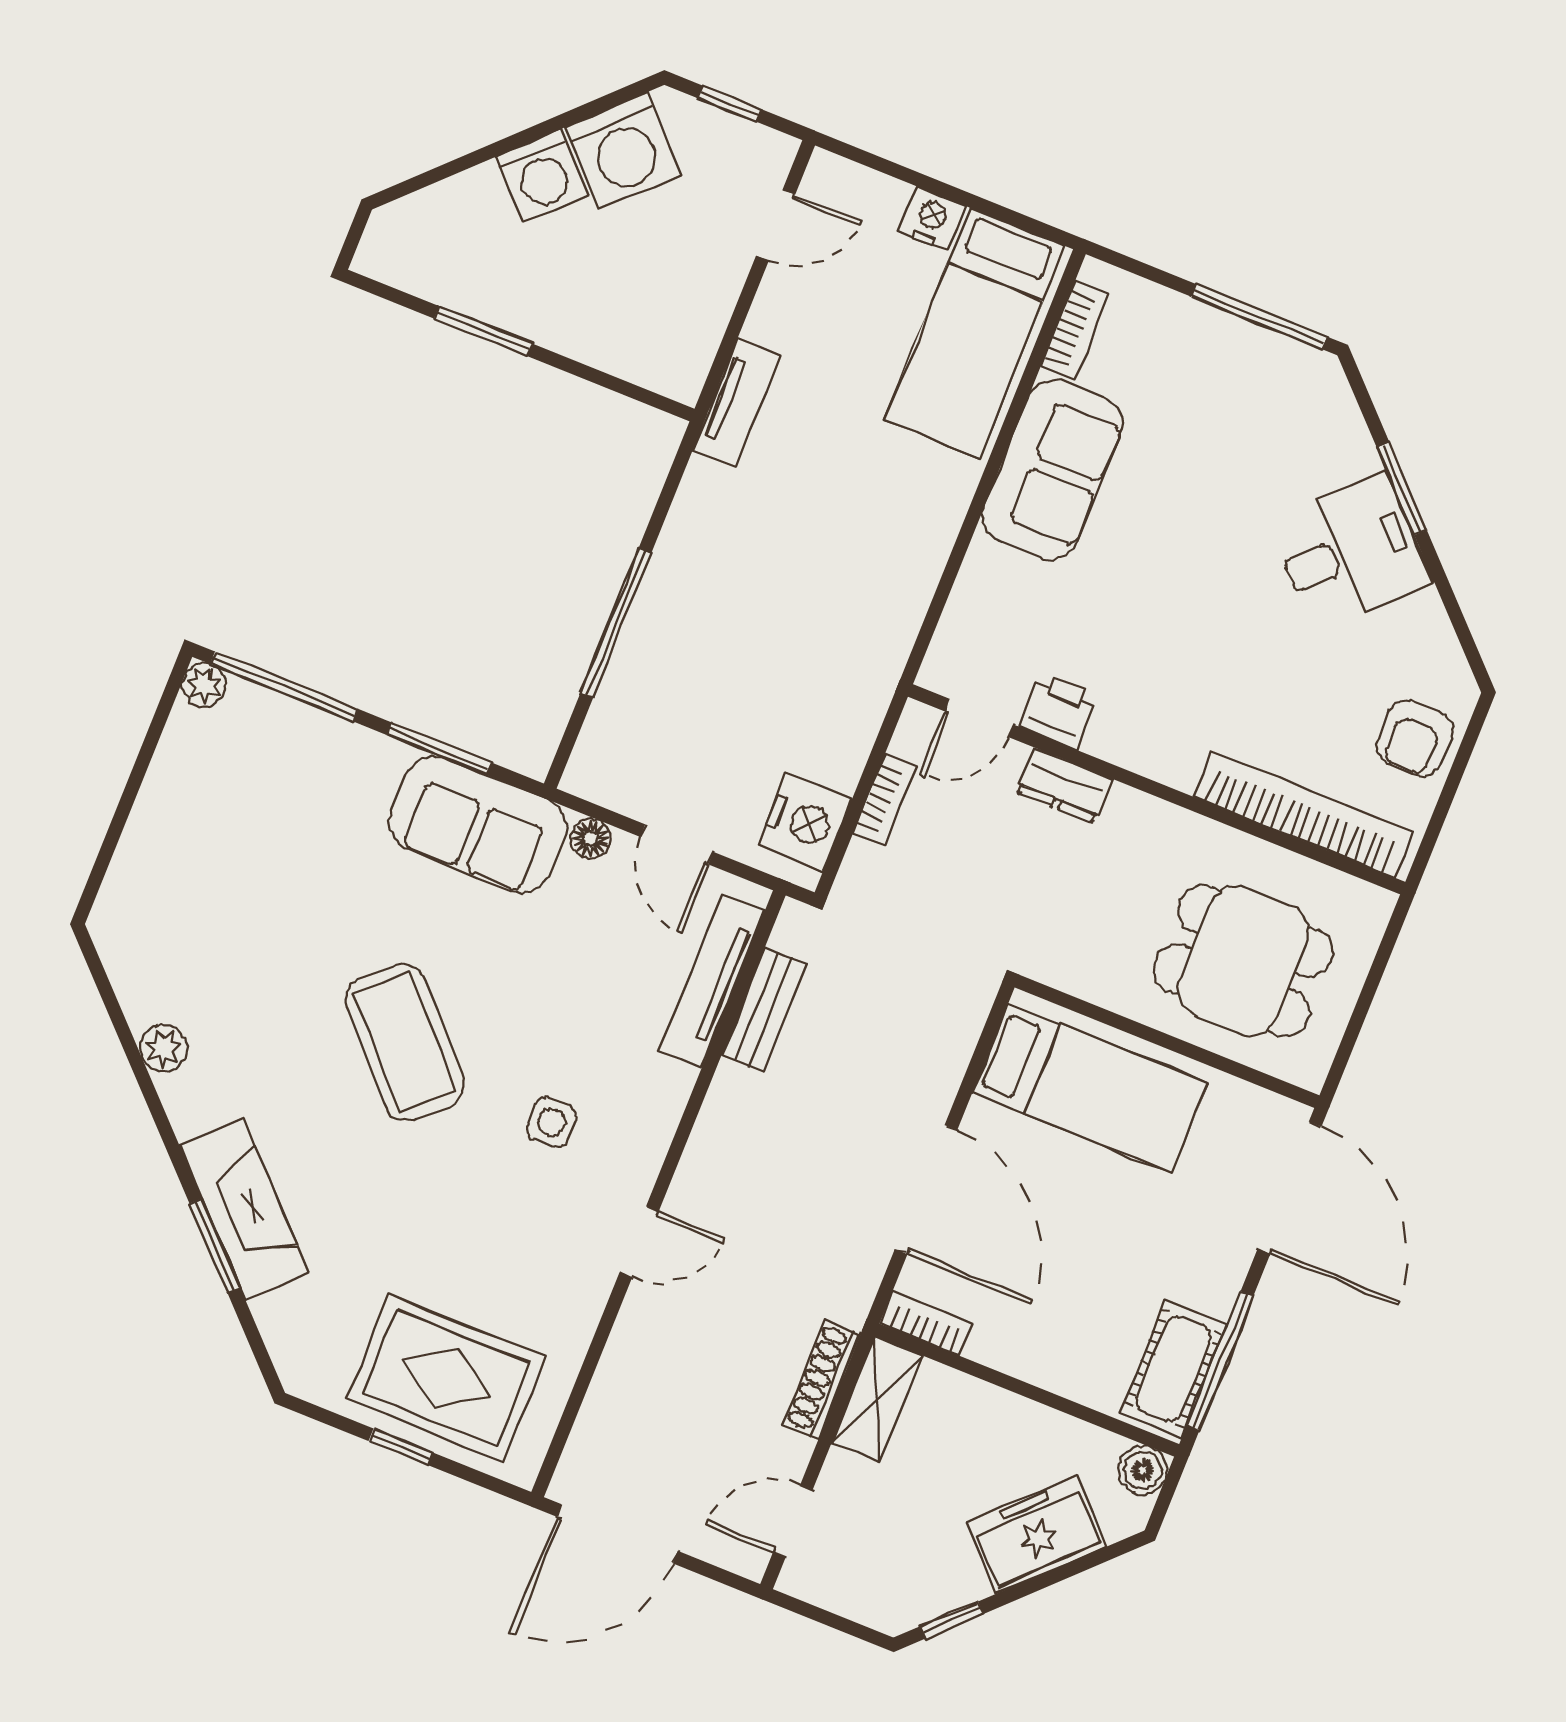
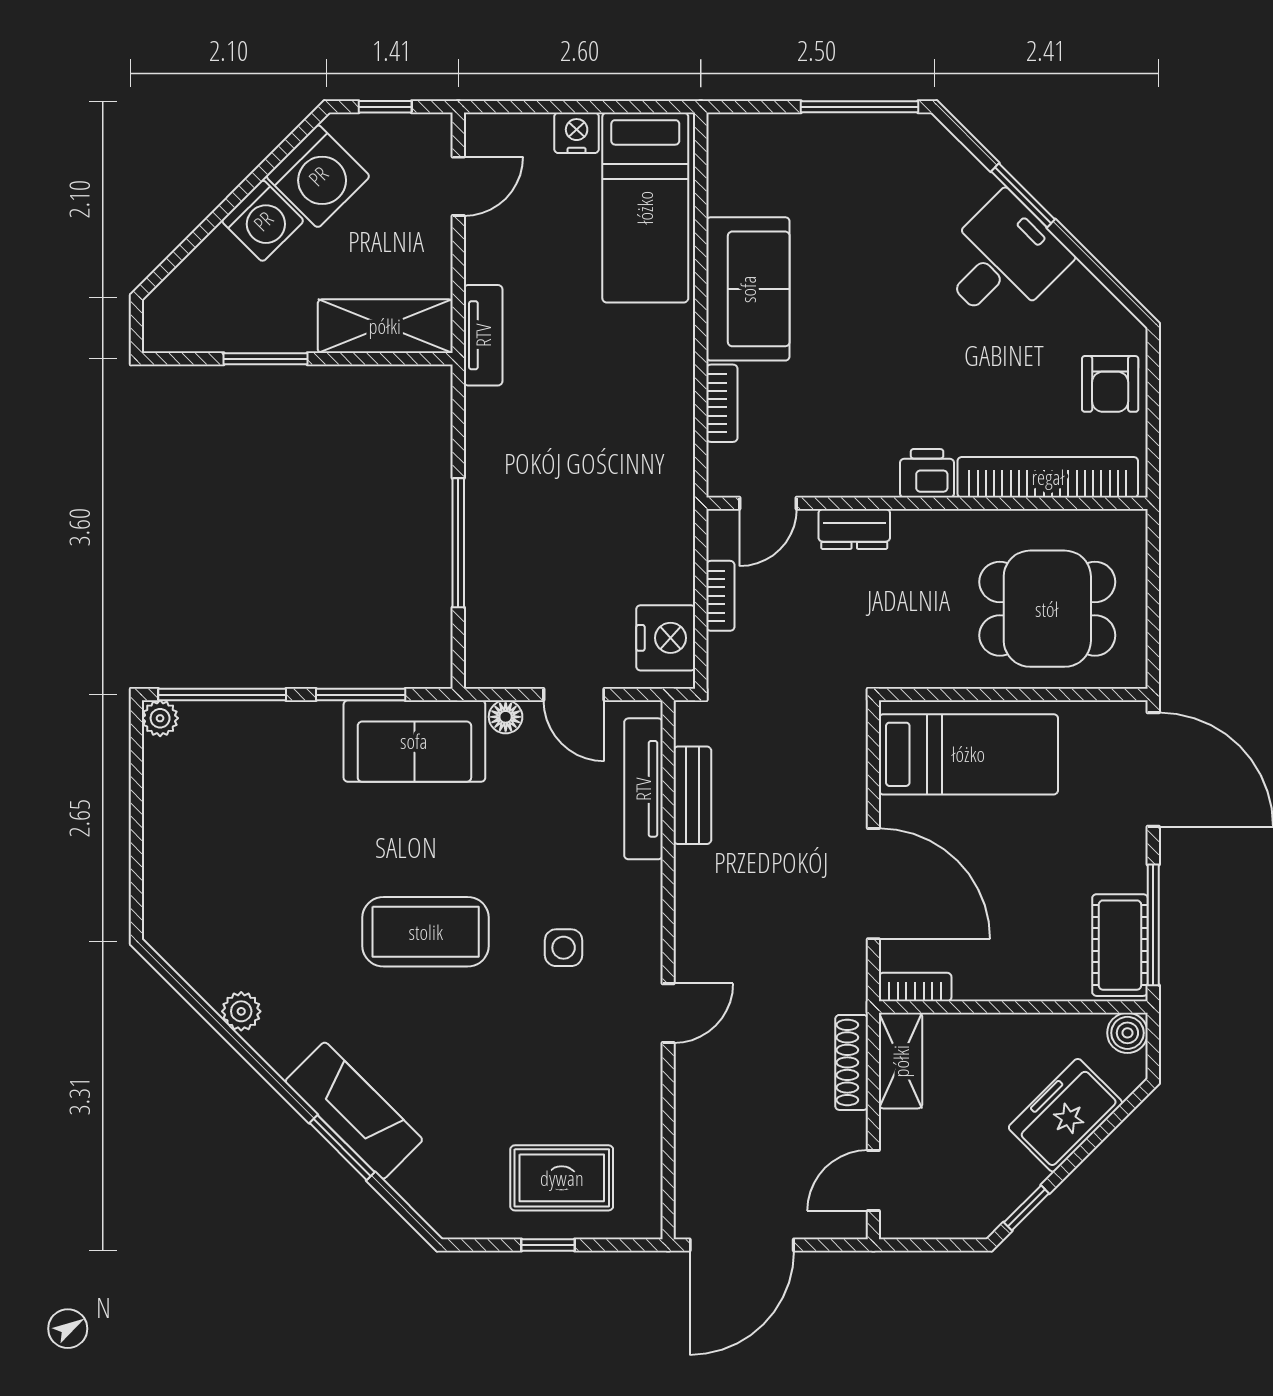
bookcase: (1075, 330) -> (722, 403), moved
shelving: (631, 349) -> (385, 326), added
printer: (1058, 711) -> (927, 473), moved
coffee table: (405, 1042) -> (426, 932), turned -47
rug: (446, 1378) -> (562, 1178), width x0.73, depth x0.70

